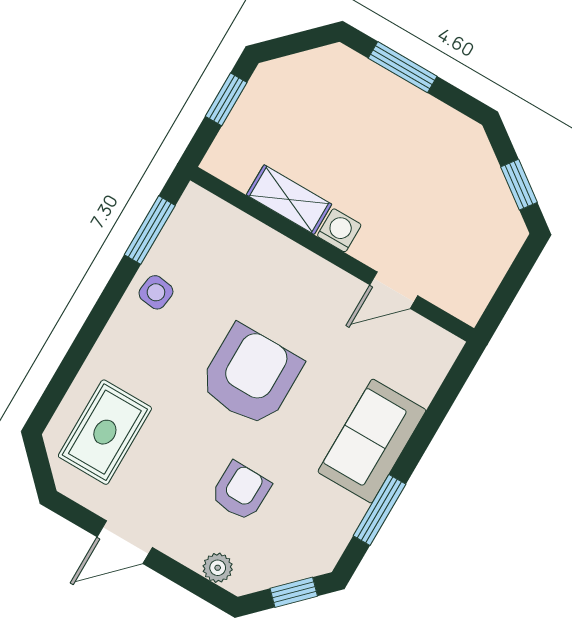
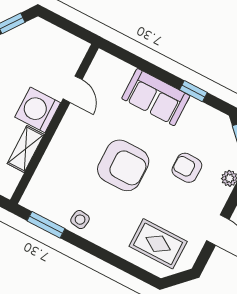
washing machine: (339, 230) -> (38, 110), width x1.89, depth x1.89
armchair: (251, 376) -> (123, 165), turned 180
window: (379, 510) -> (193, 91), width x0.67

